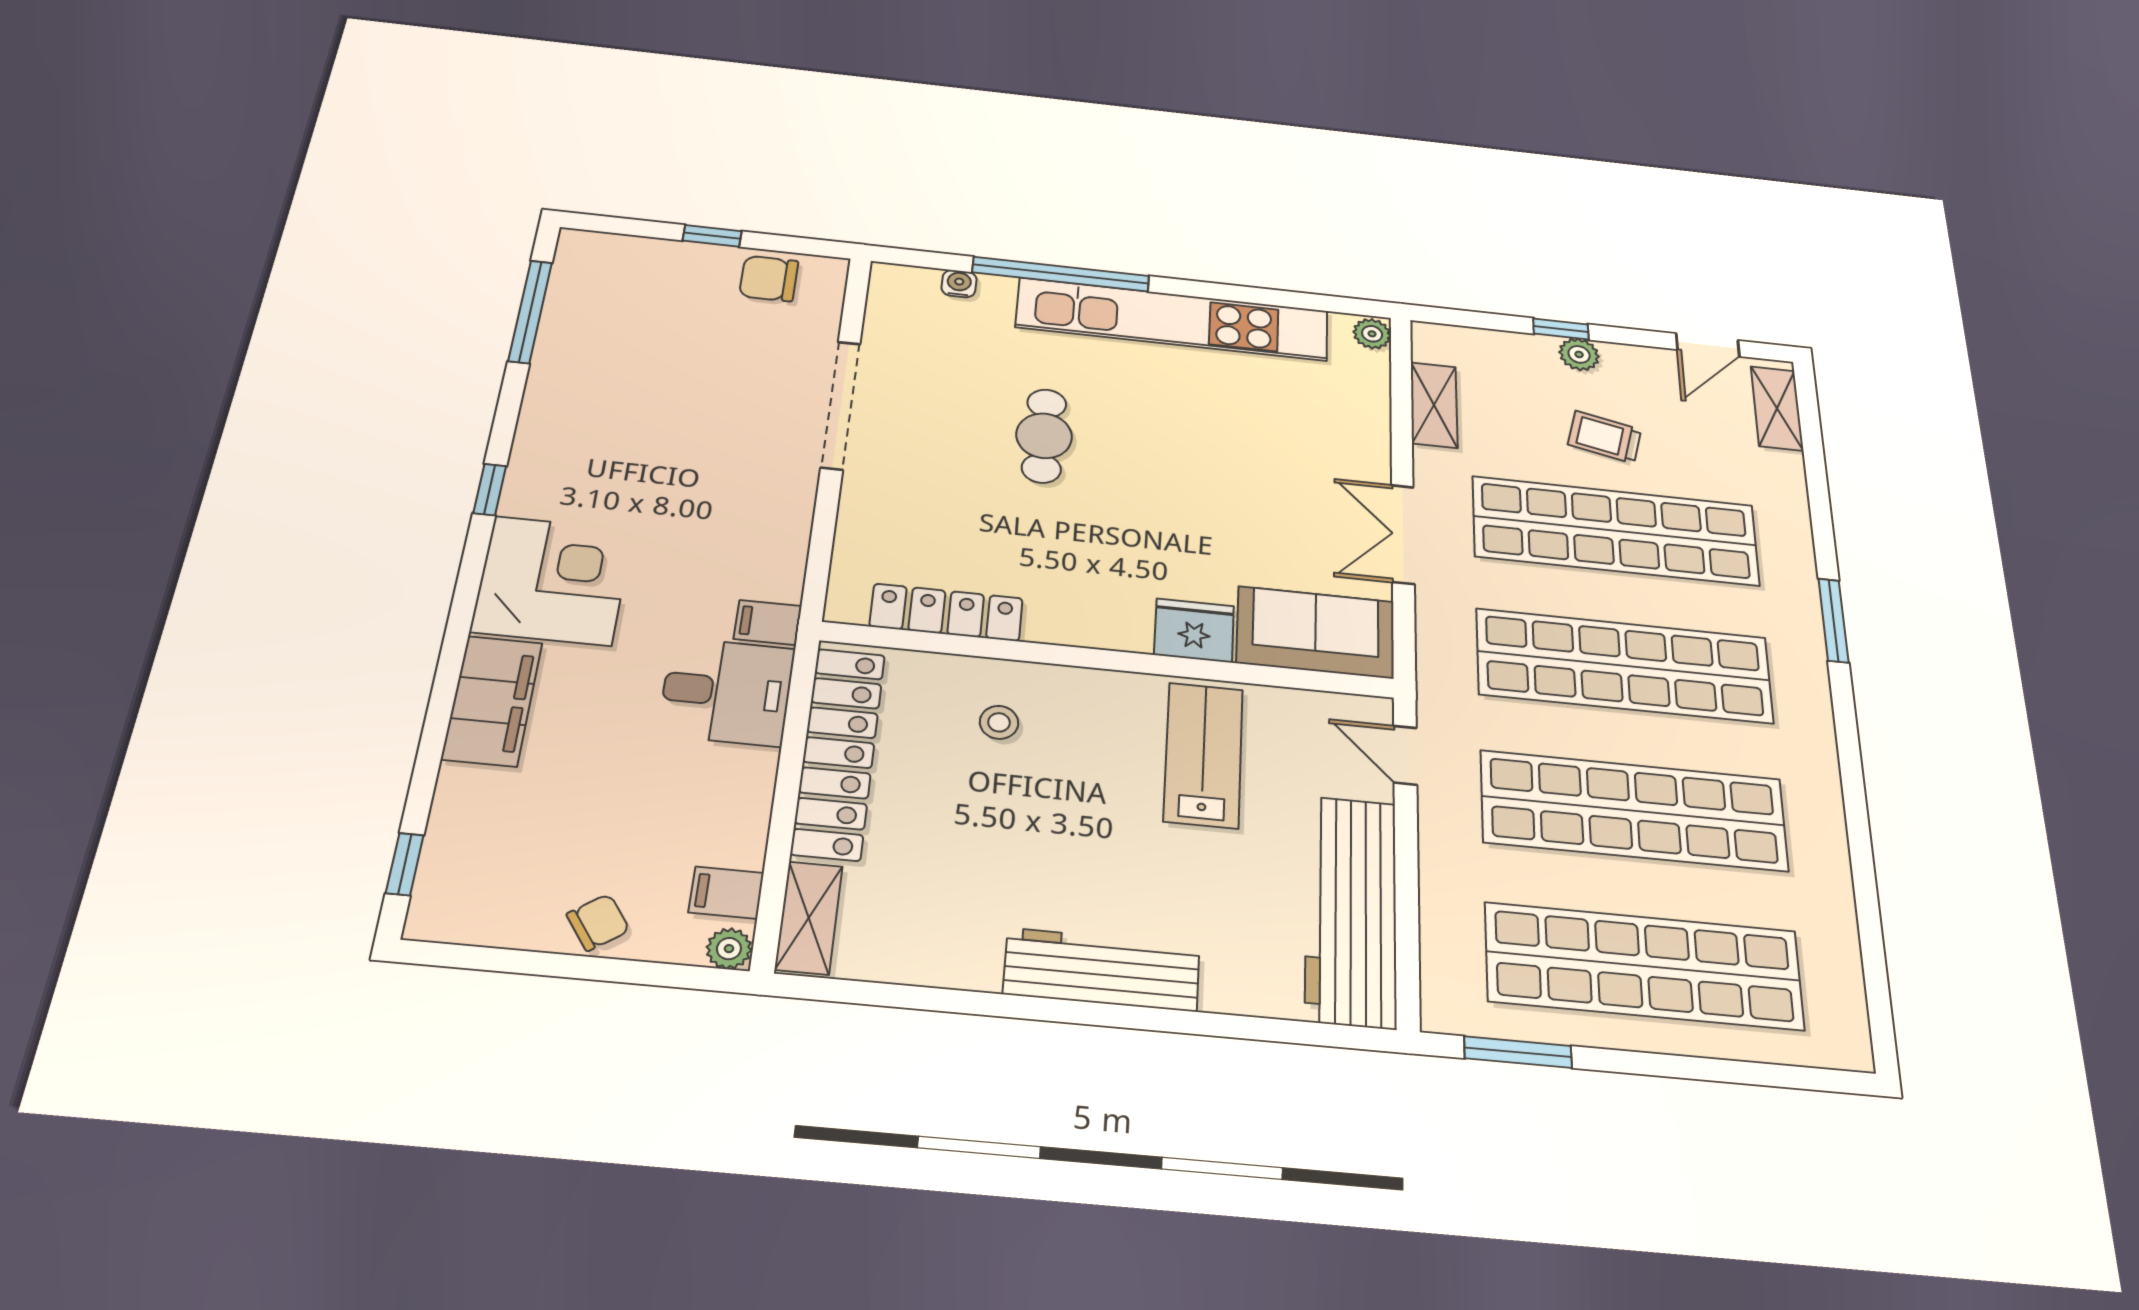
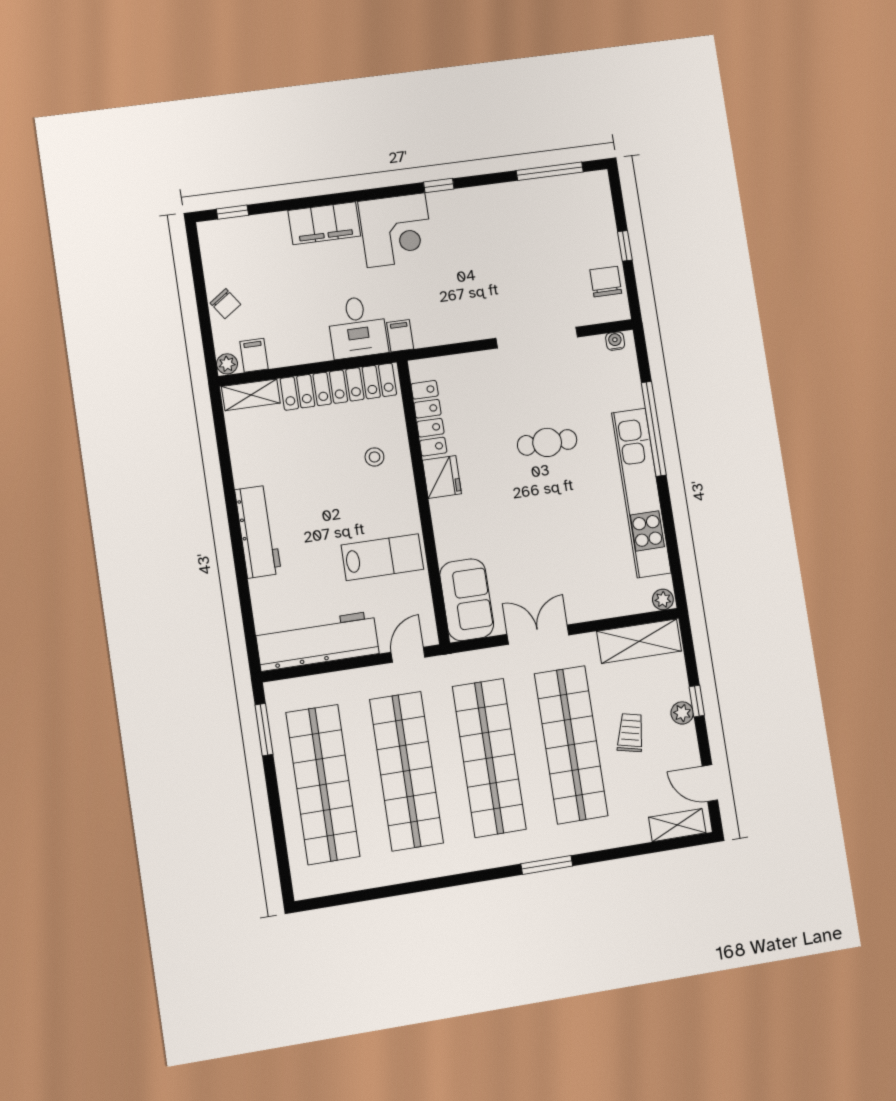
water cooler: (959, 284) -> (615, 341), moved, turned -90
shelving: (1434, 405) -> (639, 641), width x1.50, depth x1.33
fridge: (1194, 630) -> (442, 477), moved

